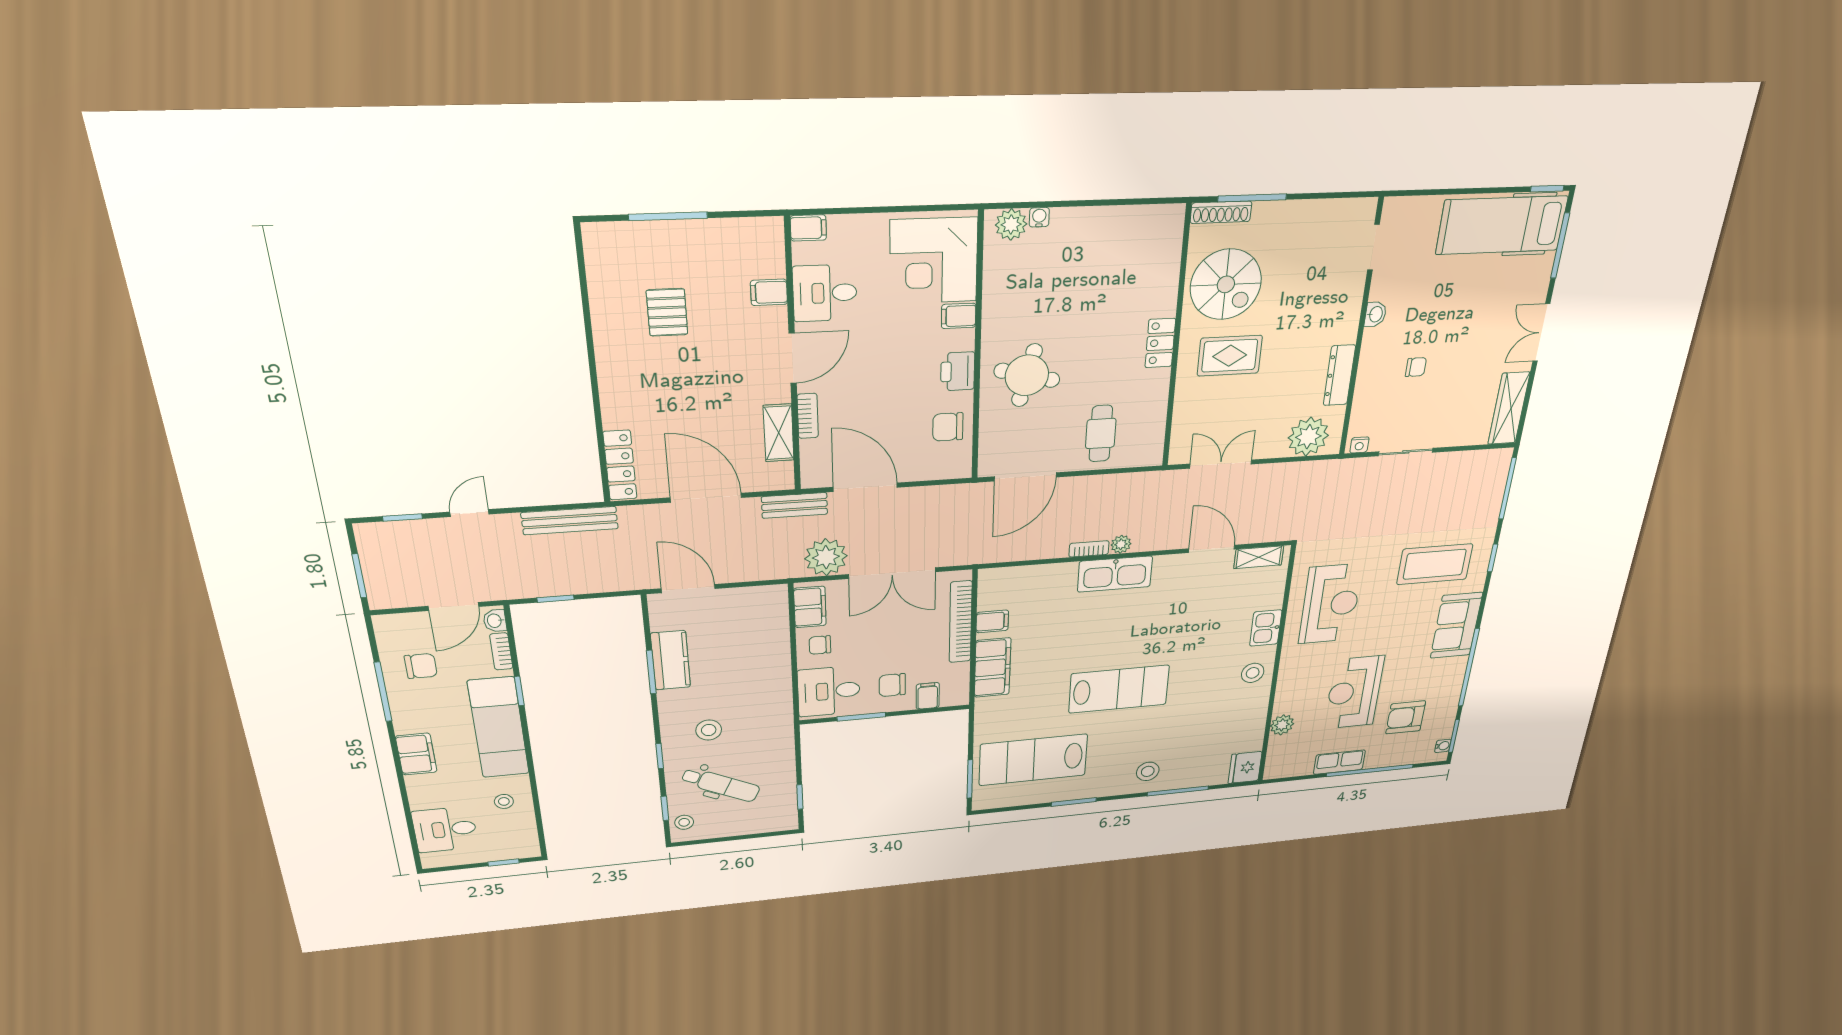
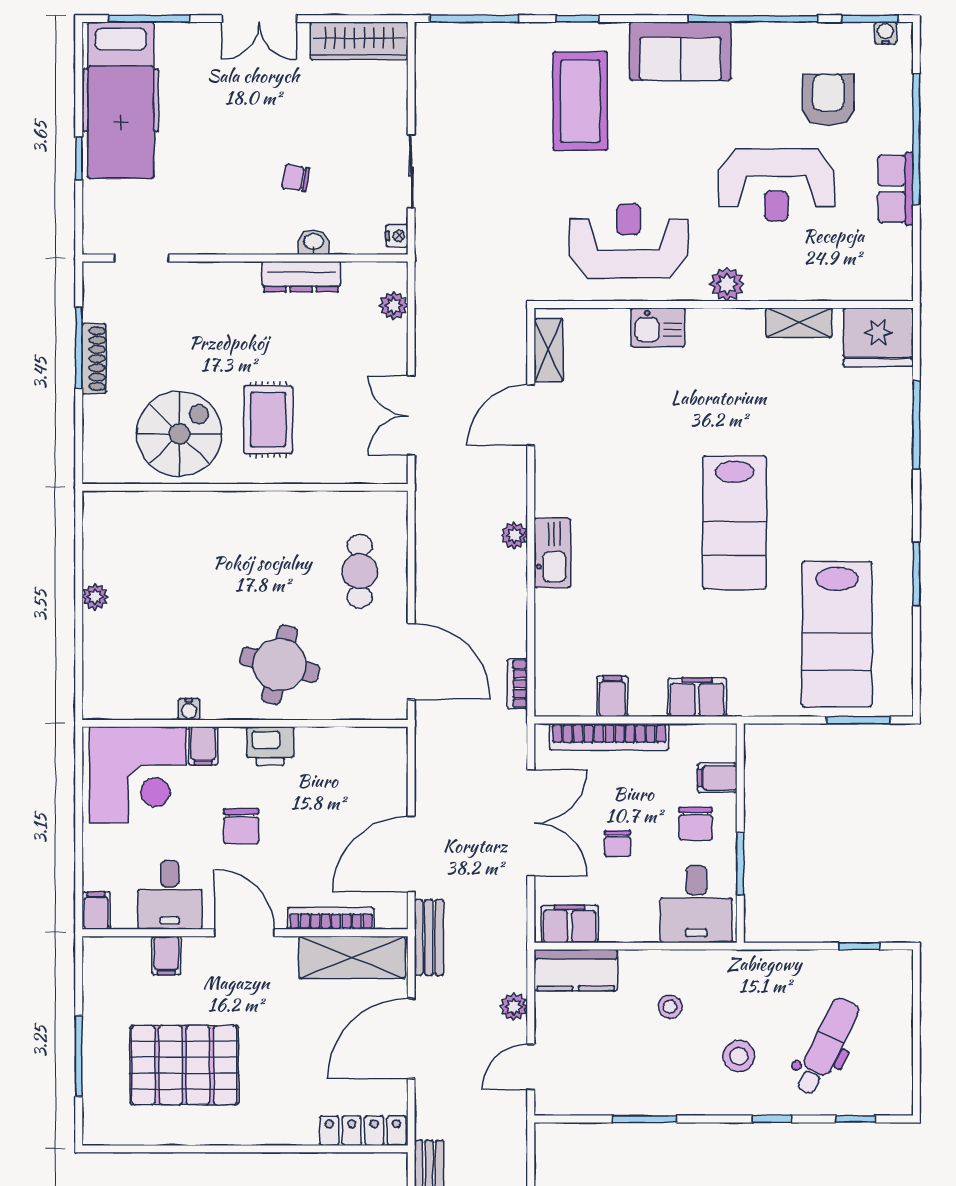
window: (1547, 189) -> (79, 158), moved
window: (1252, 198) -> (79, 348), moved
shoe rack: (1221, 212) -> (94, 359), moved
water cooler: (1039, 217) -> (189, 709), moved, turned -90
plant: (1011, 224) -> (95, 597), moved, width x0.73, depth x0.73
pallet: (667, 312) -> (184, 1065), width x2.05, depth x2.00
washbasin: (1375, 314) -> (314, 242), moved
locker: (1160, 343) -> (248, 507), removed
chair: (1416, 367) -> (296, 178), turned -80
bookcase: (808, 416) -> (331, 918), width x1.56
chair: (948, 427) -> (241, 826), moved
shelving: (779, 433) -> (352, 957), width x1.50, depth x1.33
cafe table: (1101, 433) -> (360, 571), turned 90
plant: (1308, 437) -> (394, 306), width x0.53, depth x0.53
bookcase: (1089, 549) -> (517, 684), moved
plant: (826, 557) -> (514, 1007), moved, width x0.53, depth x0.53
kitchen sink: (1115, 574) -> (552, 553), width x0.73, depth x0.81
door: (688, 589) -> (531, 1067), width x0.73
chair: (820, 645) -> (617, 843), moved
kitchen counter: (671, 660) -> (576, 970), moved, turned 180
filing cabinet: (993, 668) -> (697, 697), width x0.67, depth x0.86
stool: (1253, 673) -> (728, 337), removed
lab bench: (1119, 689) -> (734, 522), turned 180
shelving: (1257, 715) -> (799, 323), added
armchair: (1406, 717) -> (828, 100), turned 180
plant: (1282, 725) -> (727, 284), moved
fridge: (1245, 767) -> (878, 337), width x1.36, depth x1.34
stool: (1148, 771) -> (877, 472), removed
stool: (684, 822) -> (670, 1007), moved

